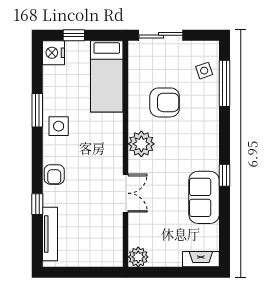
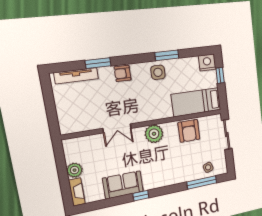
armchair: (165, 102) -> (189, 131), moved
window: (37, 204) -> (98, 63), width x1.50
plant: (138, 257) -> (75, 170), moved

